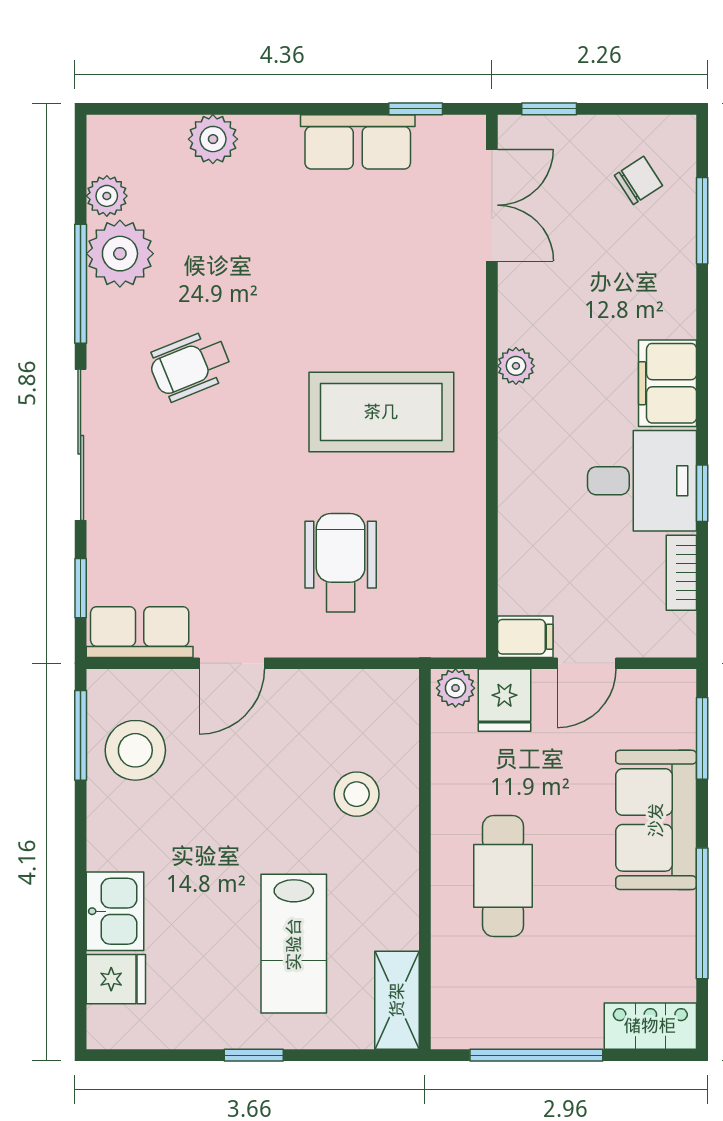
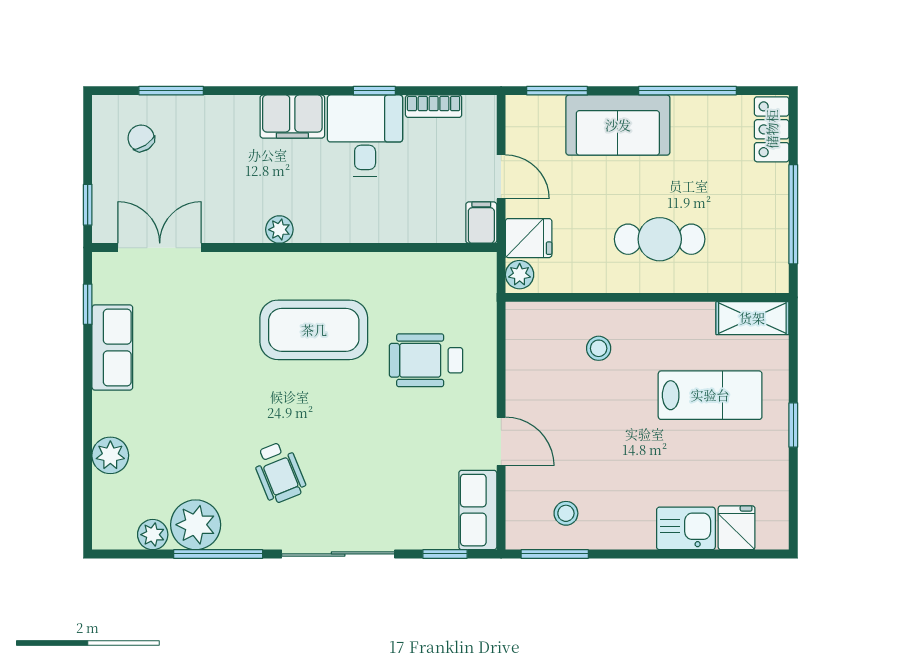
coffee table: (381, 412) -> (314, 330), turned 90
stool: (135, 750) -> (566, 513), width x0.53, depth x0.53
stool: (357, 794) -> (599, 348), width x0.73, depth x0.73

